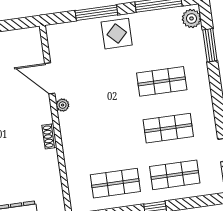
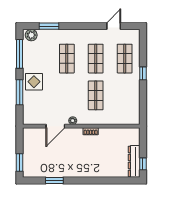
shop shelf: (115, 183) -> (96, 95), moved

